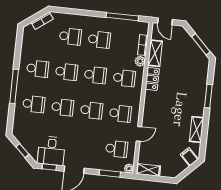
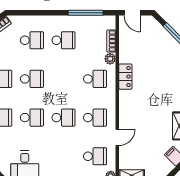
shelving: (155, 53) -> (125, 48), removed
school desk: (95, 75) -> (63, 79), removed

